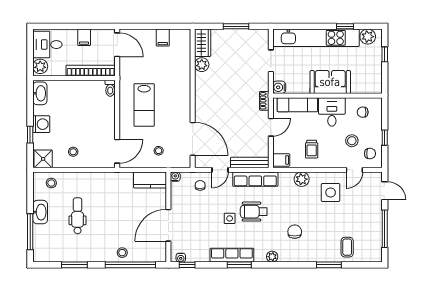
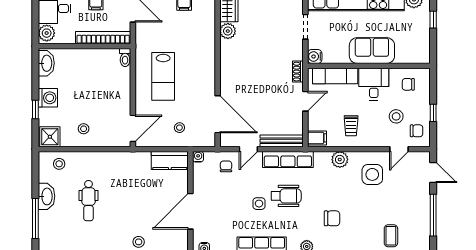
wheelchair: (254, 212) -> (286, 196), turned 180
dental chair: (78, 216) -> (88, 201), turned 180
chair: (295, 232) -> (332, 218), turned 90

